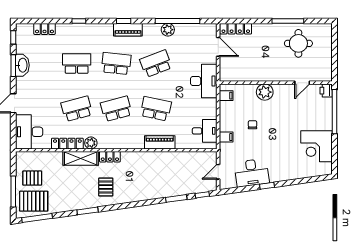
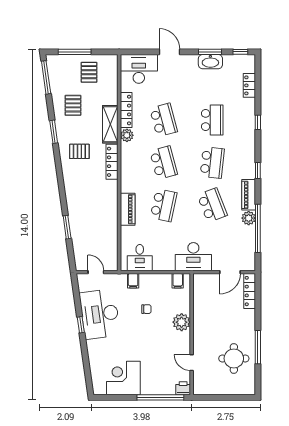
piano: (128, 30) -> (249, 195), moved
locker: (110, 157) -> (112, 162), width x1.53
desk: (252, 173) -> (100, 314), width x1.36, depth x1.30
window: (202, 195) -> (71, 255), removed
pallet: (34, 201) -> (73, 105), moved, width x0.67, depth x0.71

